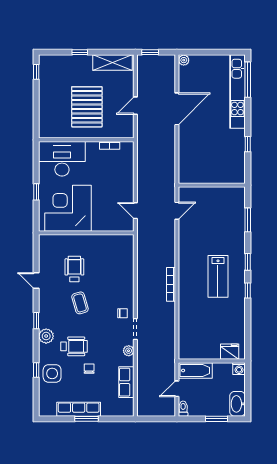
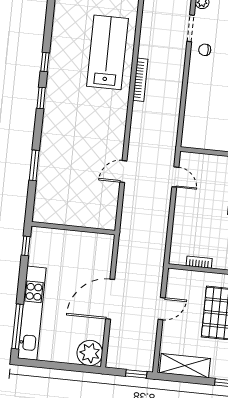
plant: (184, 60) -> (90, 353), width x1.87, depth x1.87
wall: (212, 185) -> (73, 228), moved
window: (248, 220) -> (34, 165), moved
lab bench: (218, 276) -> (108, 52), moved, width x1.36, depth x1.39

